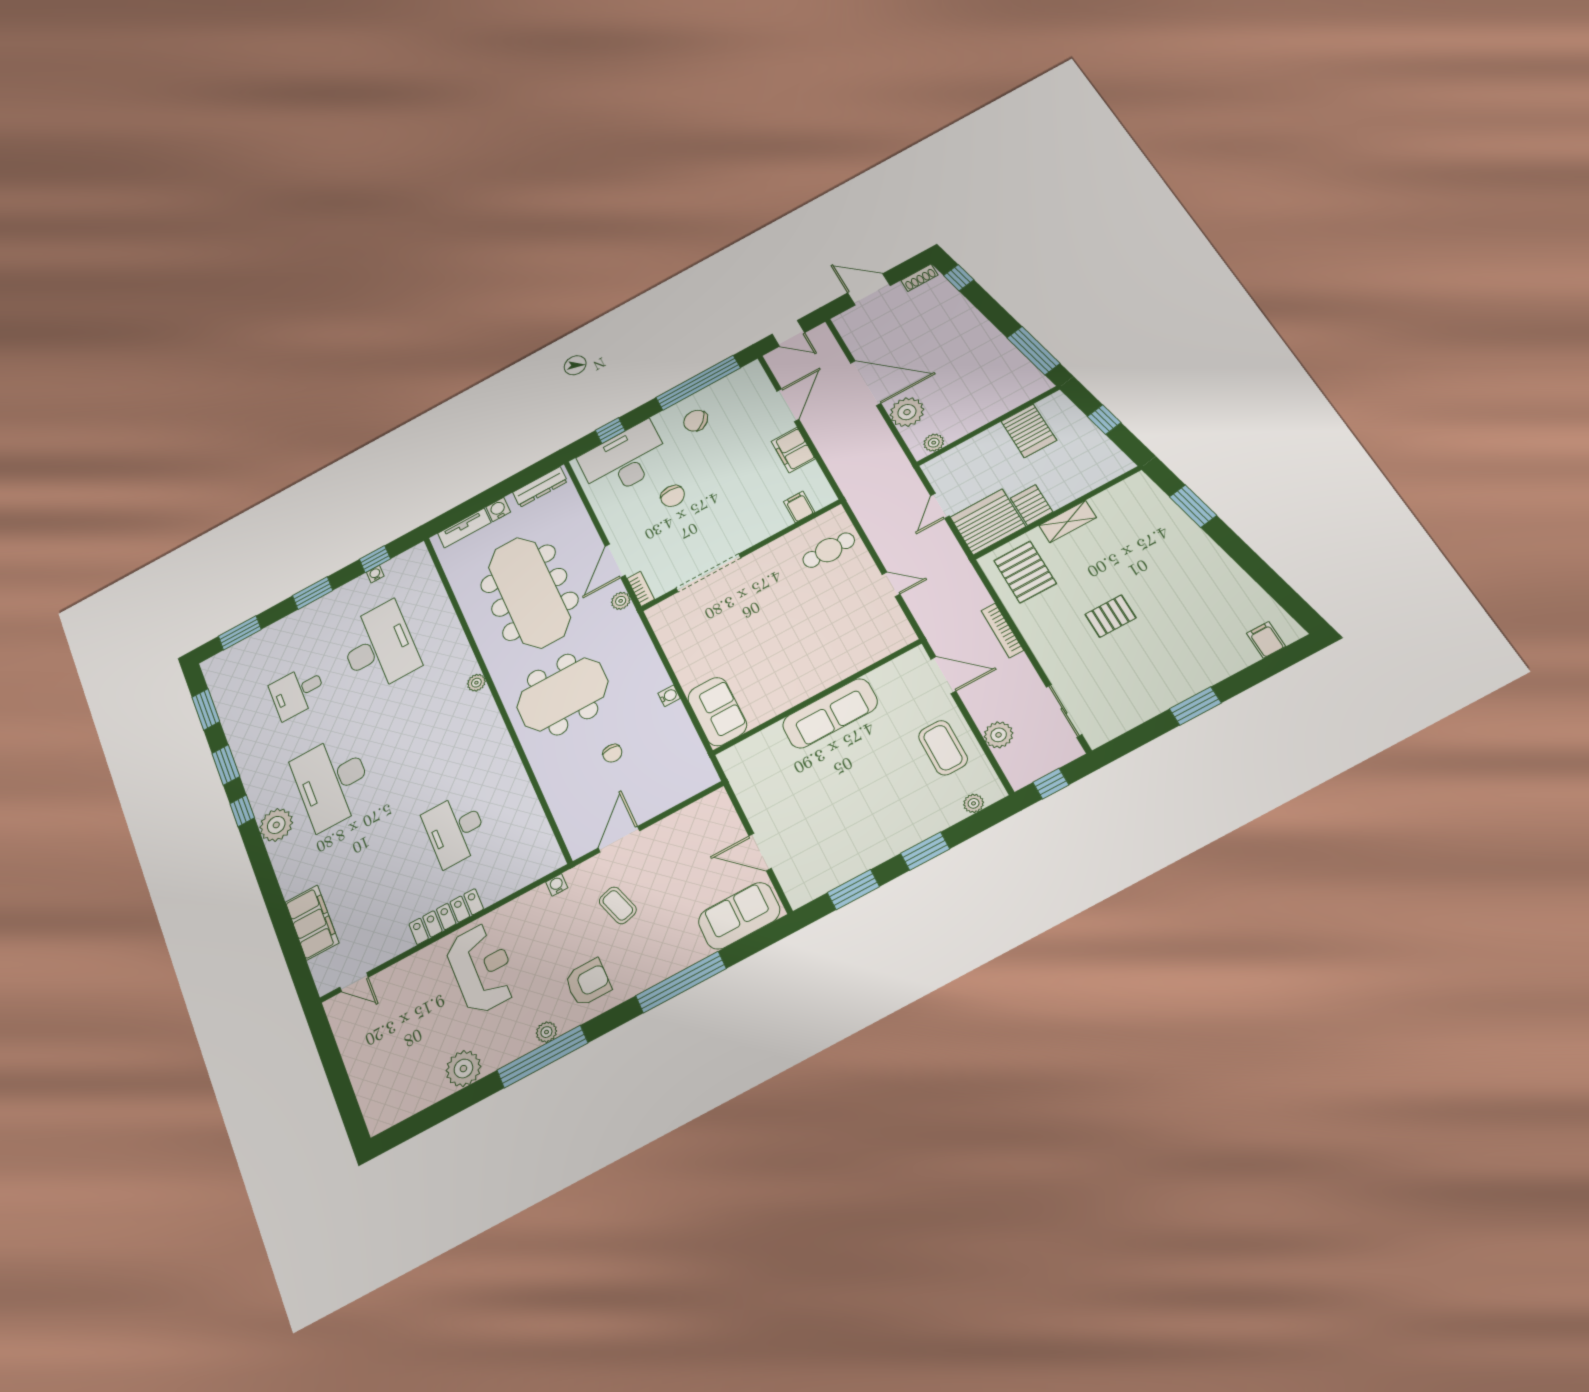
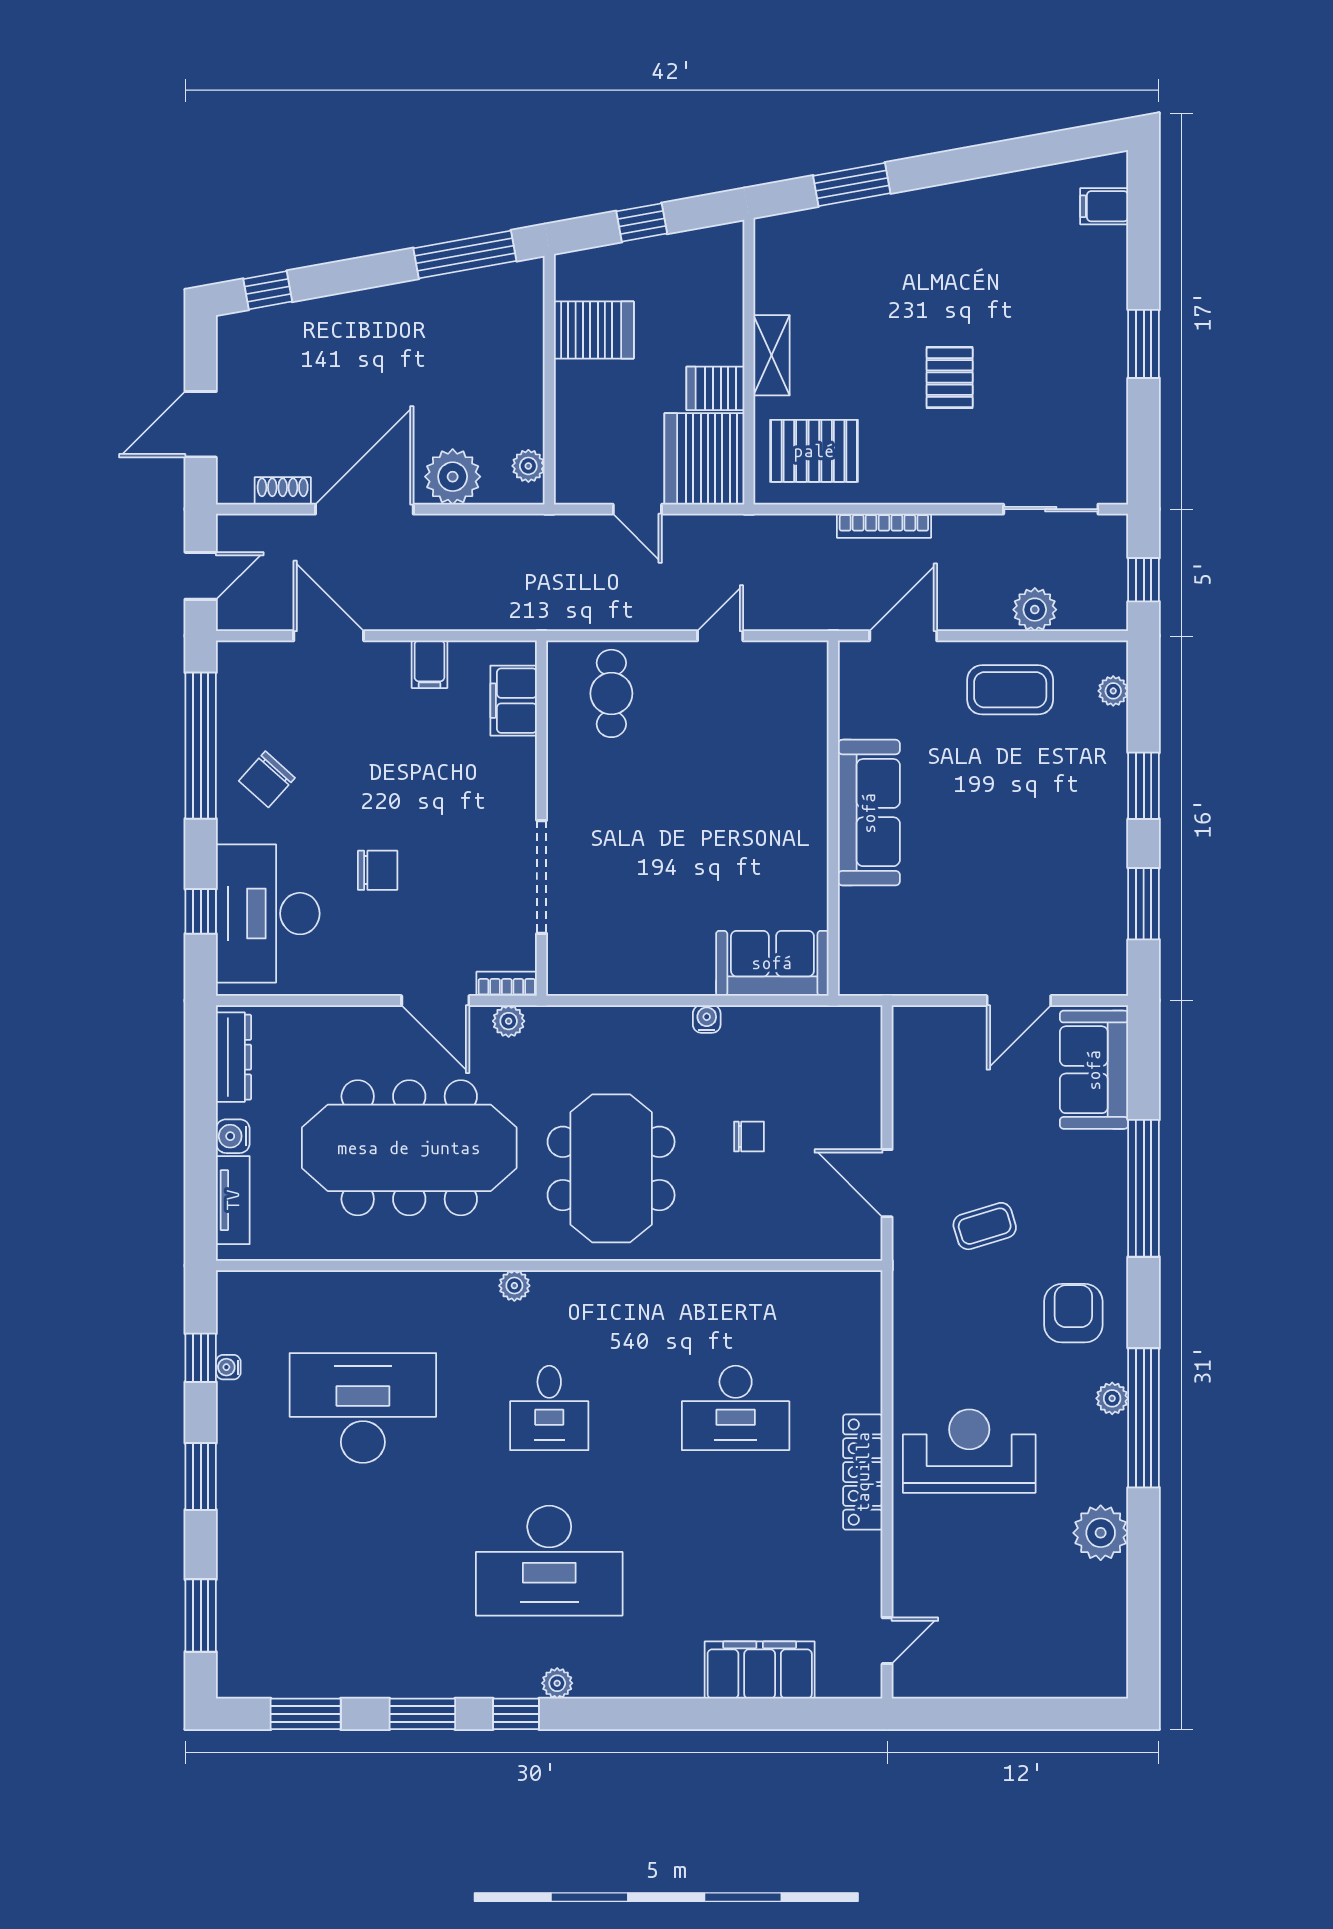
shoe rack: (919, 278) -> (283, 491), moved, turned -90
filing cabinet: (793, 450) -> (429, 664), width x0.50
filing cabinet: (799, 507) -> (514, 701), width x2.00
desk: (297, 692) -> (549, 1408), moved
plant: (276, 825) -> (557, 1683), width x0.53, depth x0.53
water cooler: (557, 885) -> (905, 1298), removed

